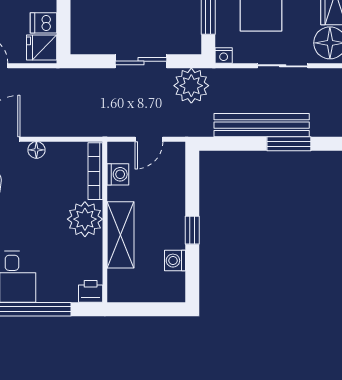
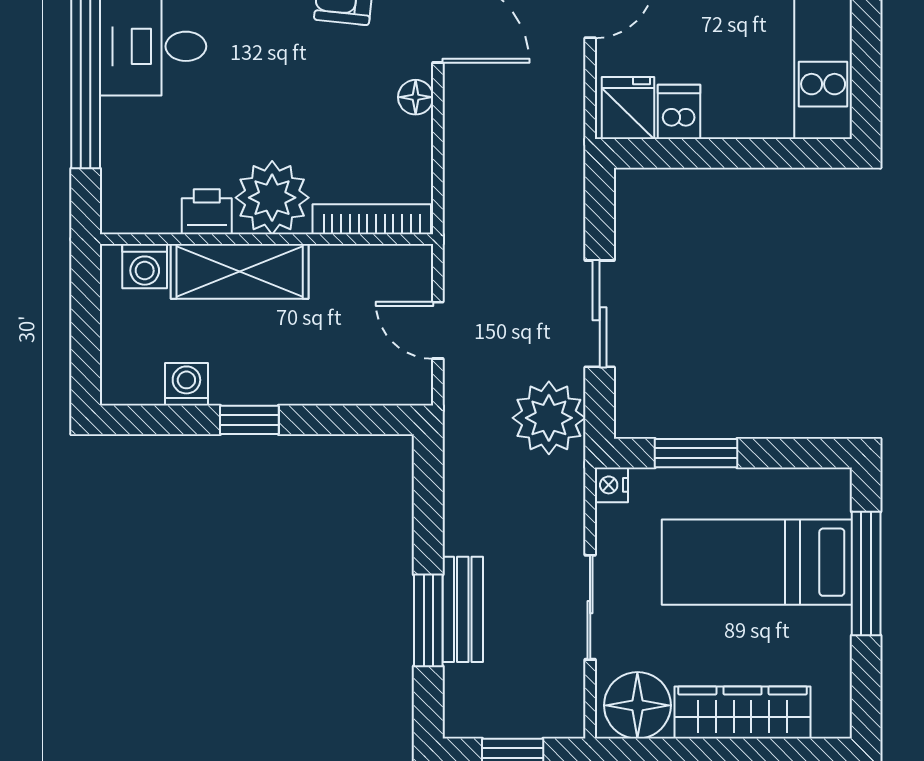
bench: (262, 125) -> (463, 609), width x0.54, depth x0.82
washing machine: (118, 174) -> (145, 266), moved
printer: (91, 291) -> (207, 212), moved, turned -90

